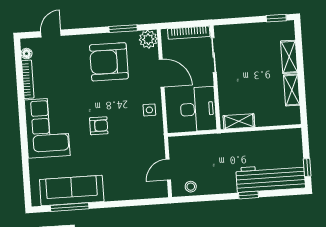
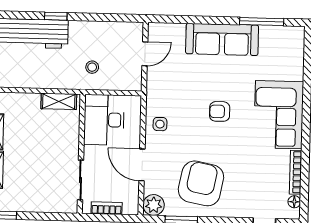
bookcase: (189, 33) -> (107, 208), width x0.64
armchair: (109, 62) -> (201, 183), turned -79
stool: (191, 187) -> (92, 67), moved
sofa: (72, 191) -> (222, 39), moved

